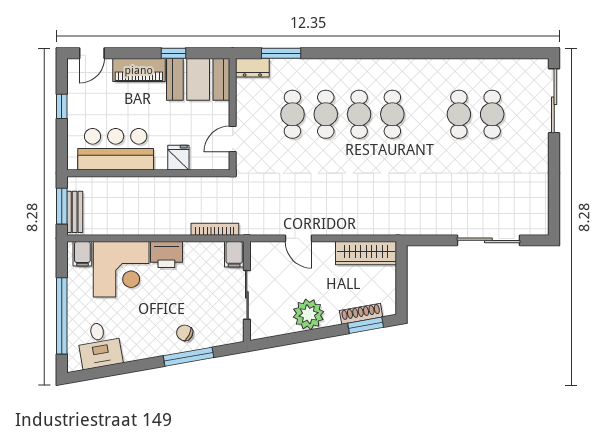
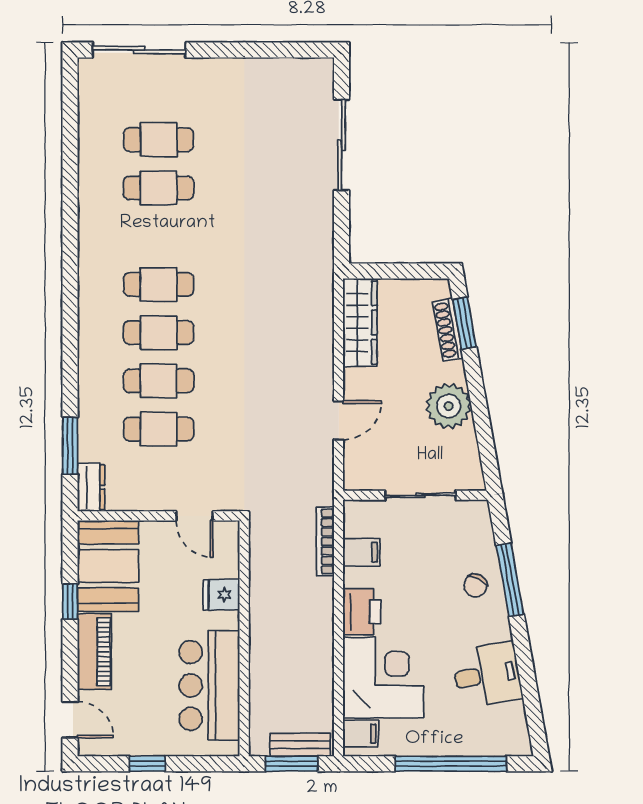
filing cabinet: (234, 254) -> (362, 552), moved
desk: (99, 345) -> (487, 675), moved

